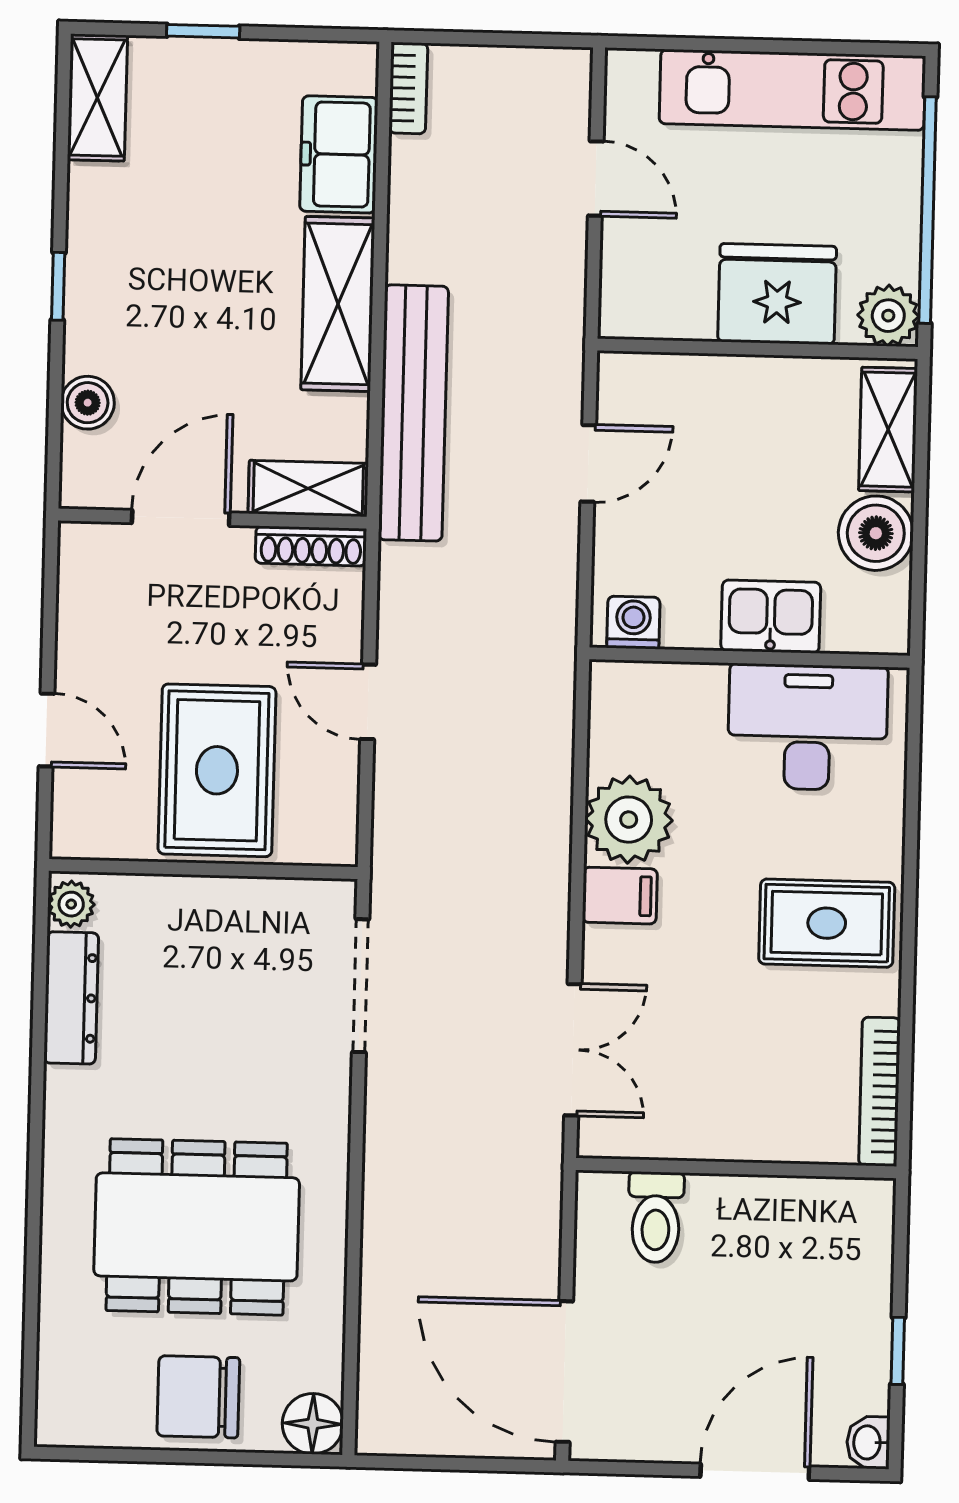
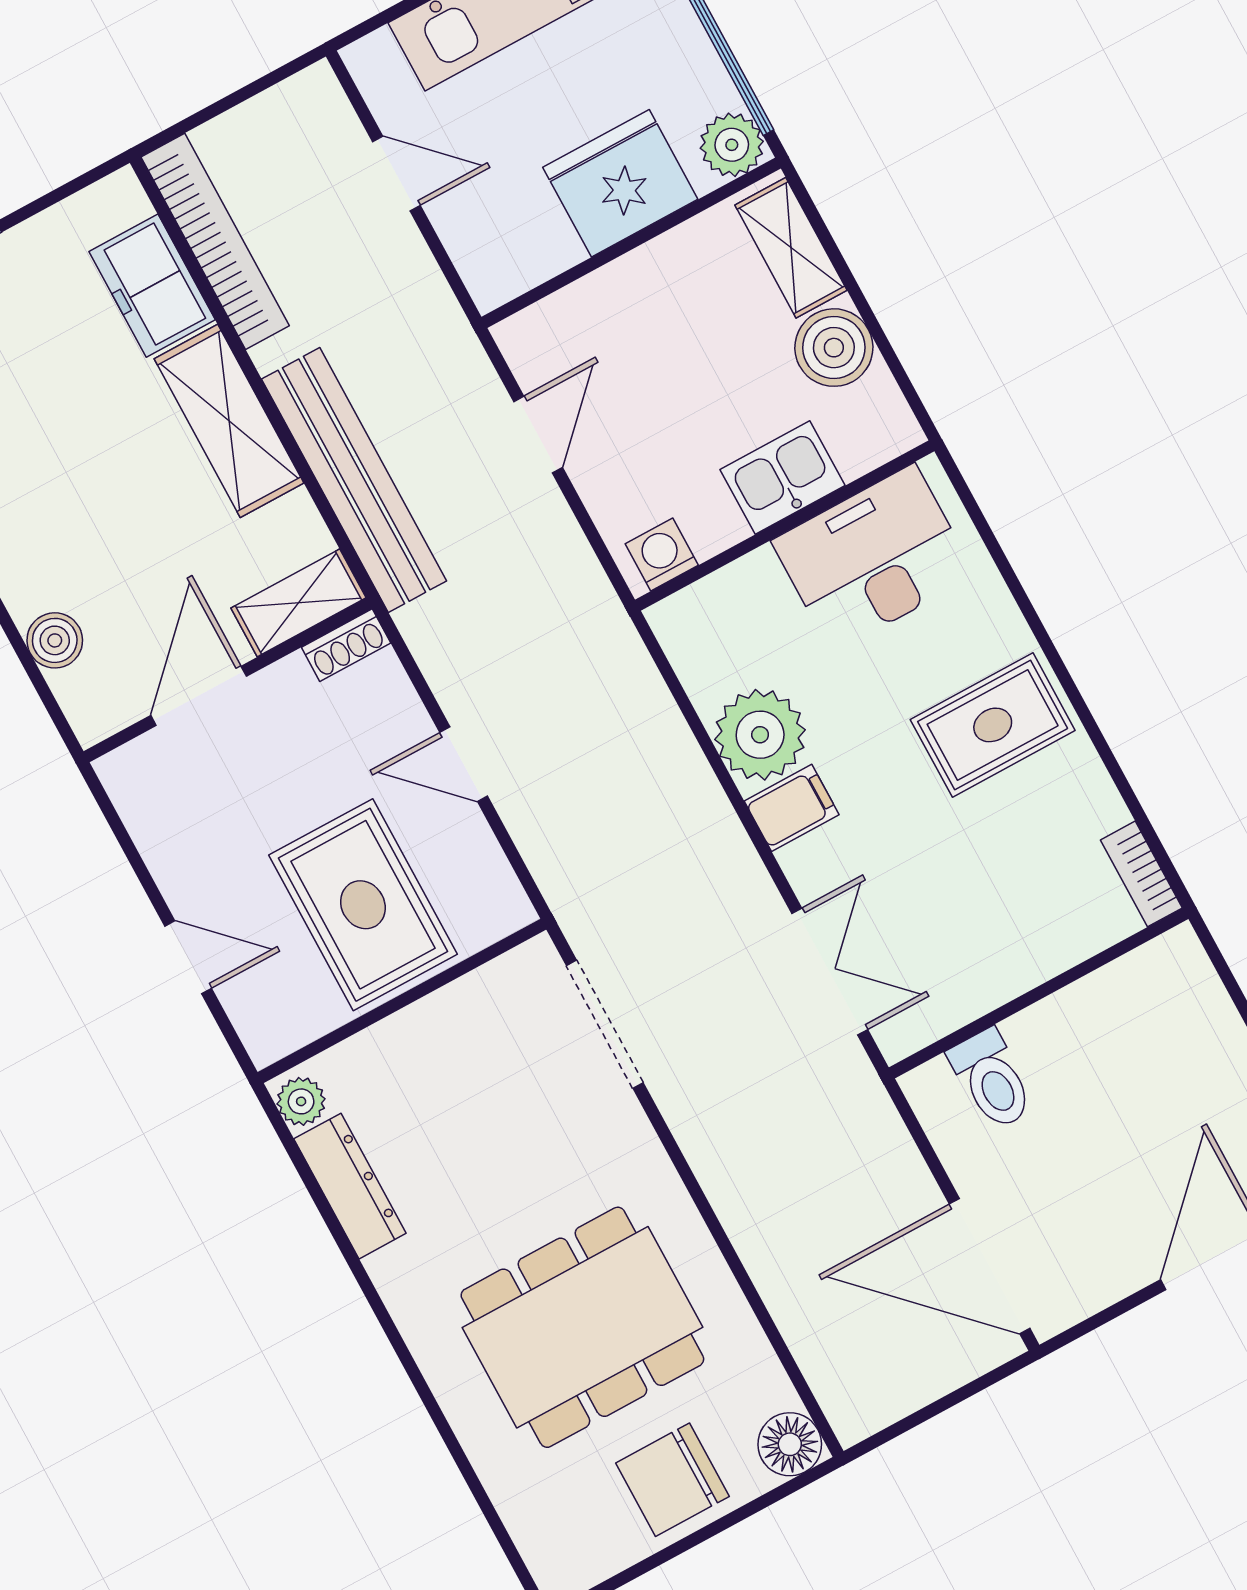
bookcase: (408, 88) -> (215, 241), width x2.31, depth x1.31
shoe rack: (311, 546) -> (346, 645), width x0.70
bookcase: (880, 1092) -> (1141, 874), width x0.64

